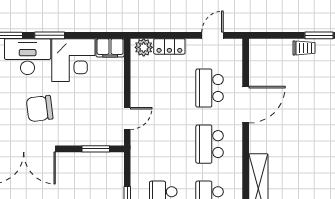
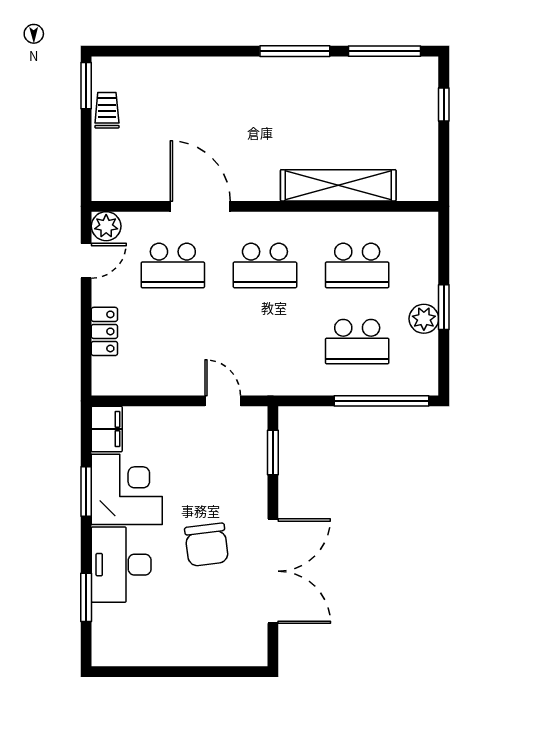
window: (50, 35) -> (86, 492), moved
door: (212, 35) -> (86, 261), swing flipped
plant: (144, 47) -> (106, 226), moved

